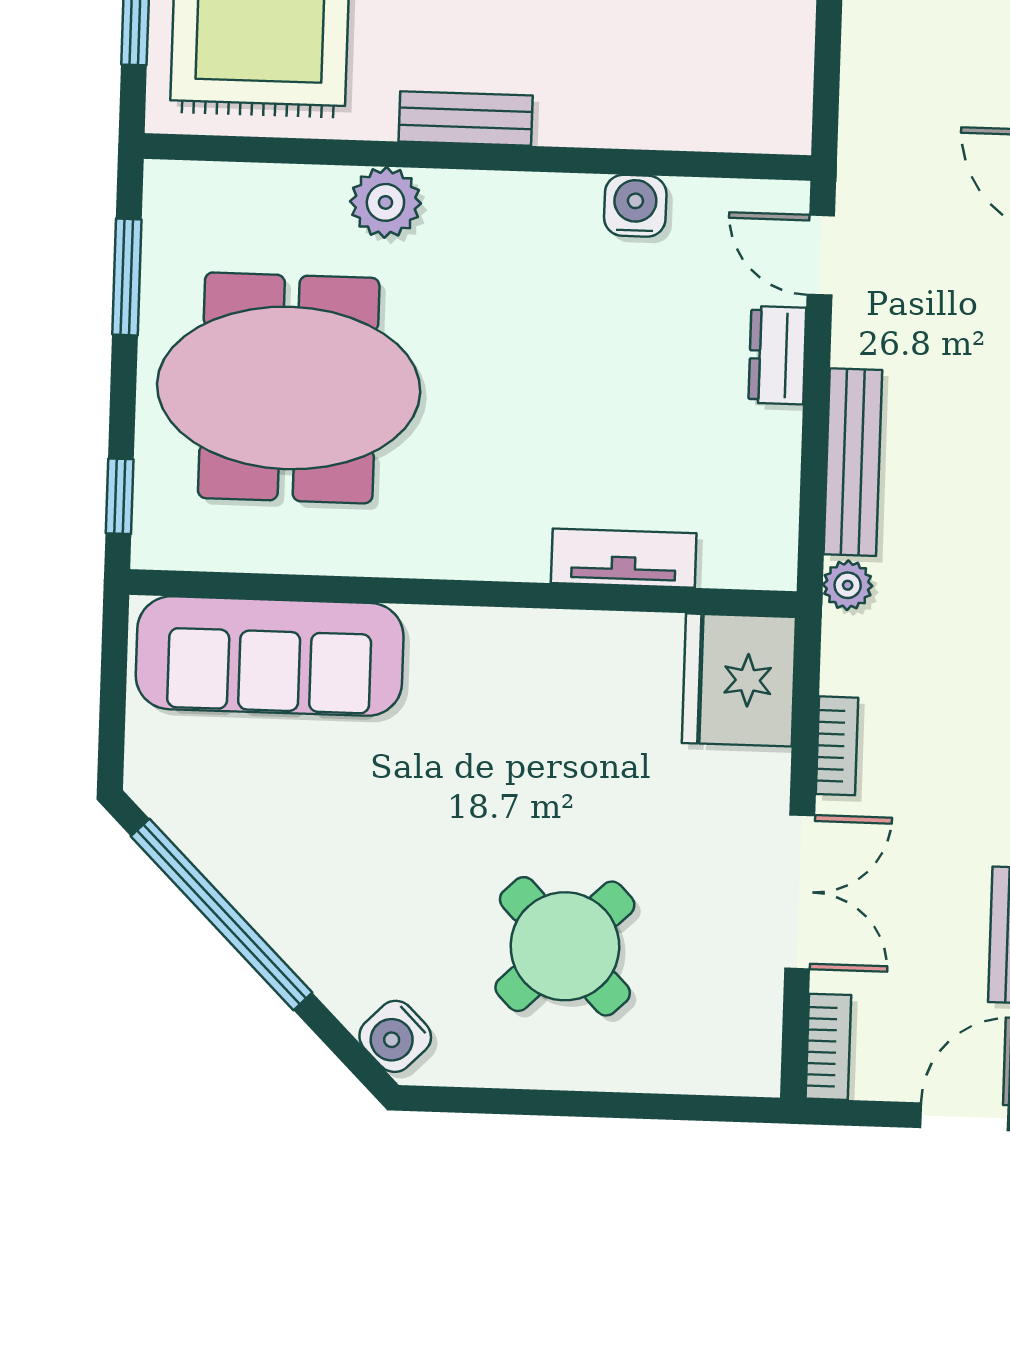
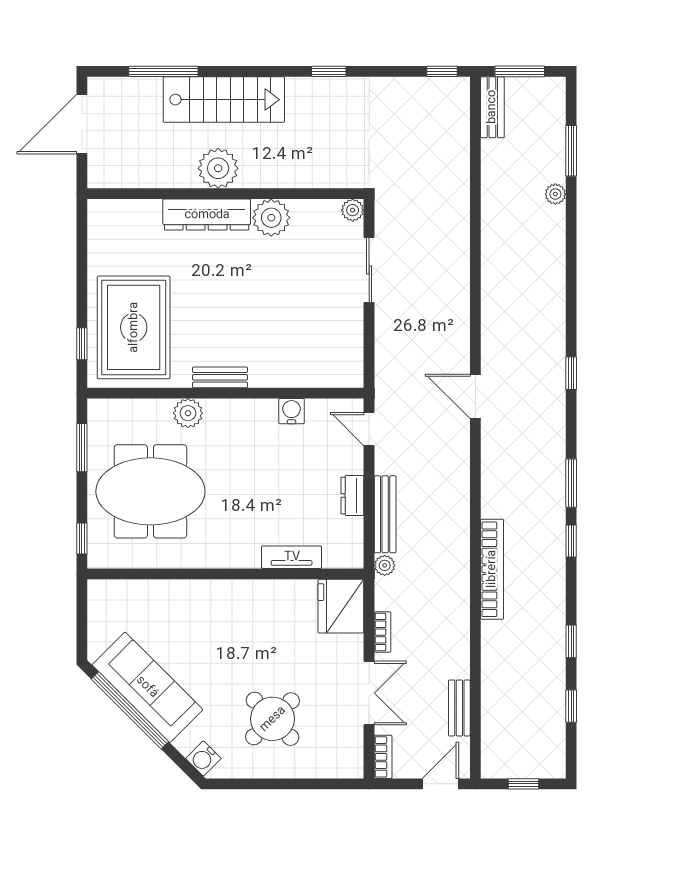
dresser: (777, 355) -> (352, 496), moved
sofa: (270, 656) -> (147, 687), moved, turned -135

